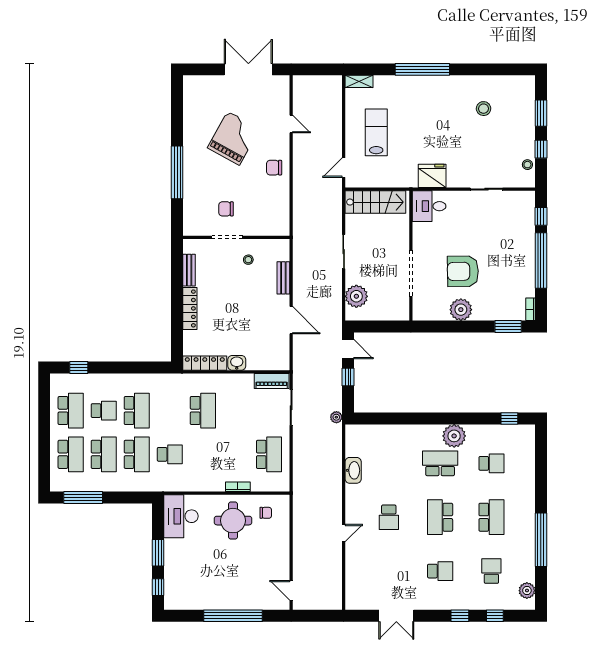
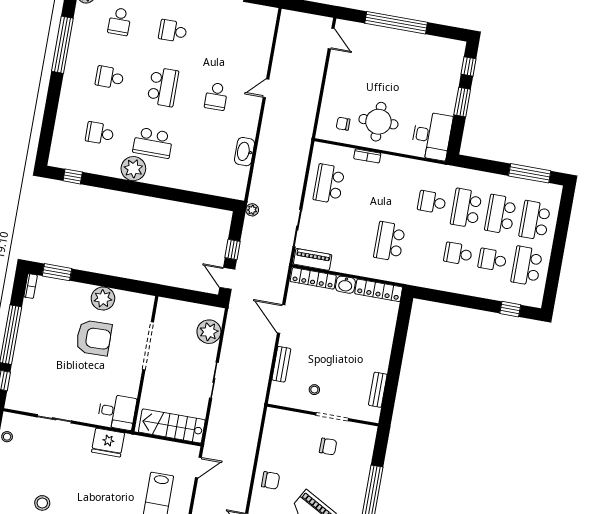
locker: (190, 308) -> (313, 278), moved, turned -90
school desk: (137, 411) -> (458, 254), width x0.54
school desk: (389, 517) -> (216, 96), turned 180
school desk: (491, 517) -> (110, 77), width x0.54

